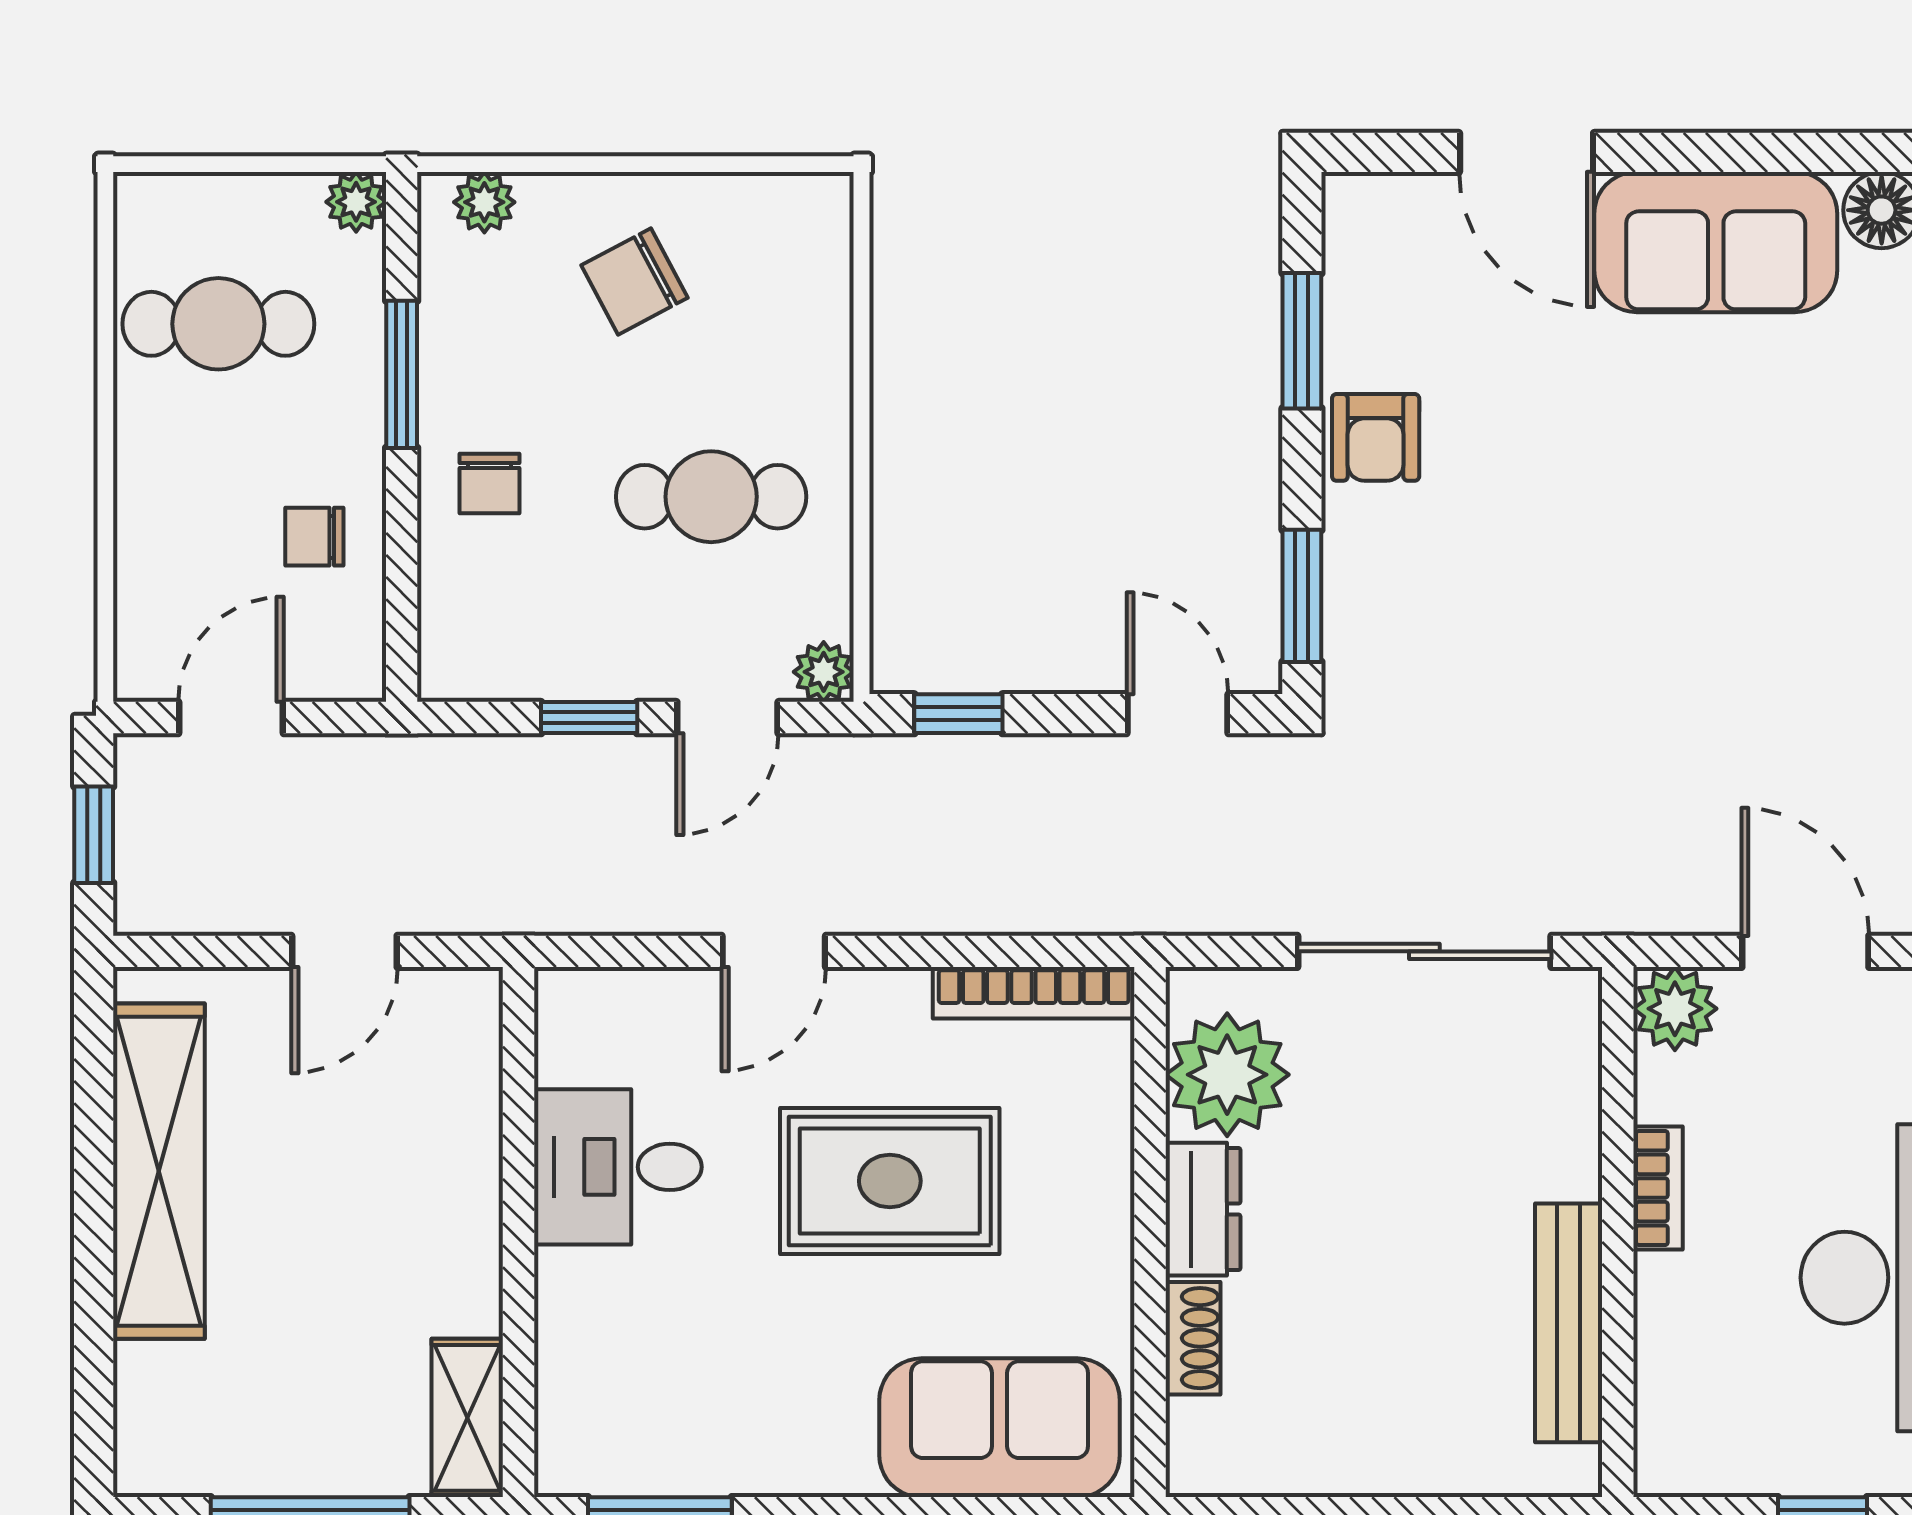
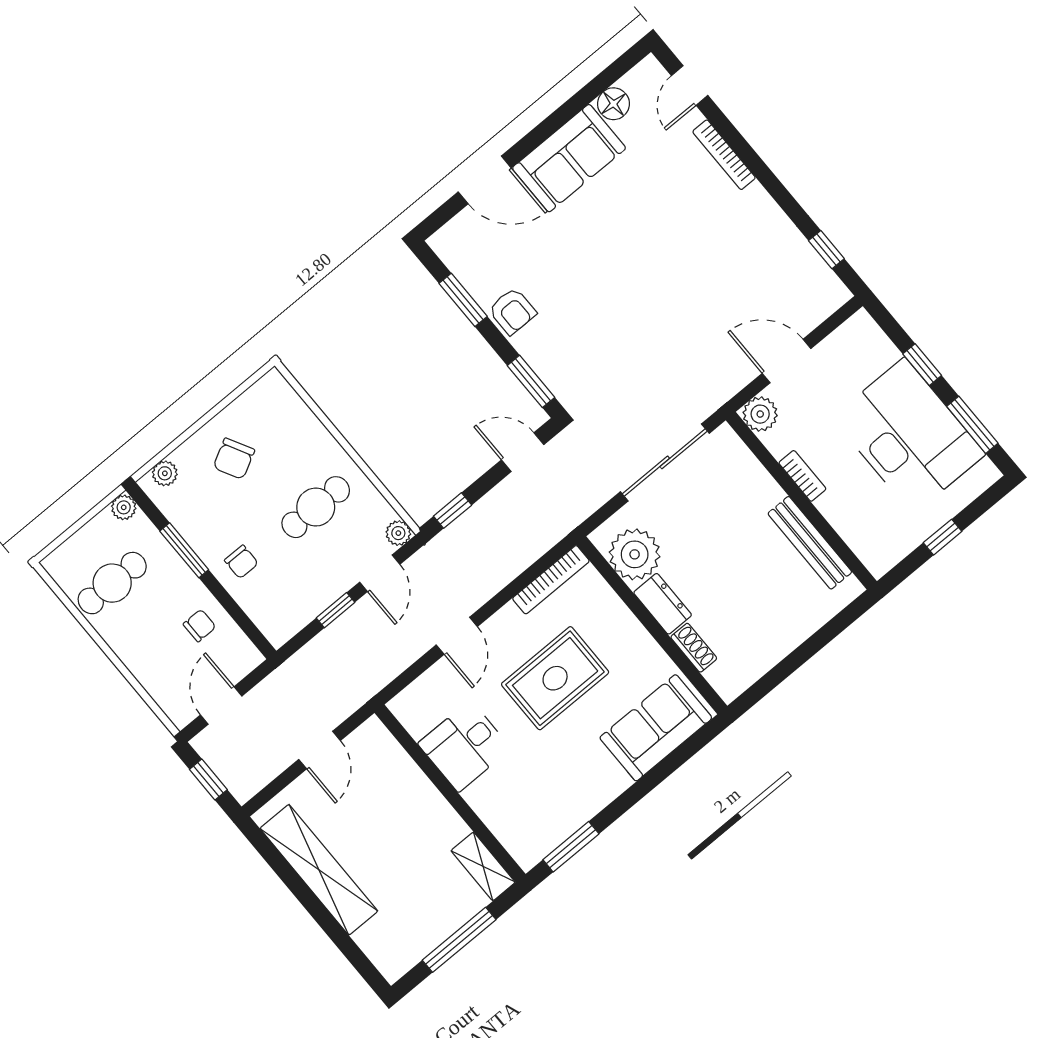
chair: (314, 537) -> (200, 625), turned 180

